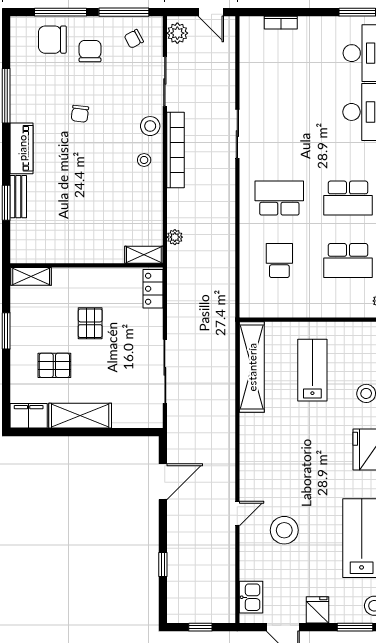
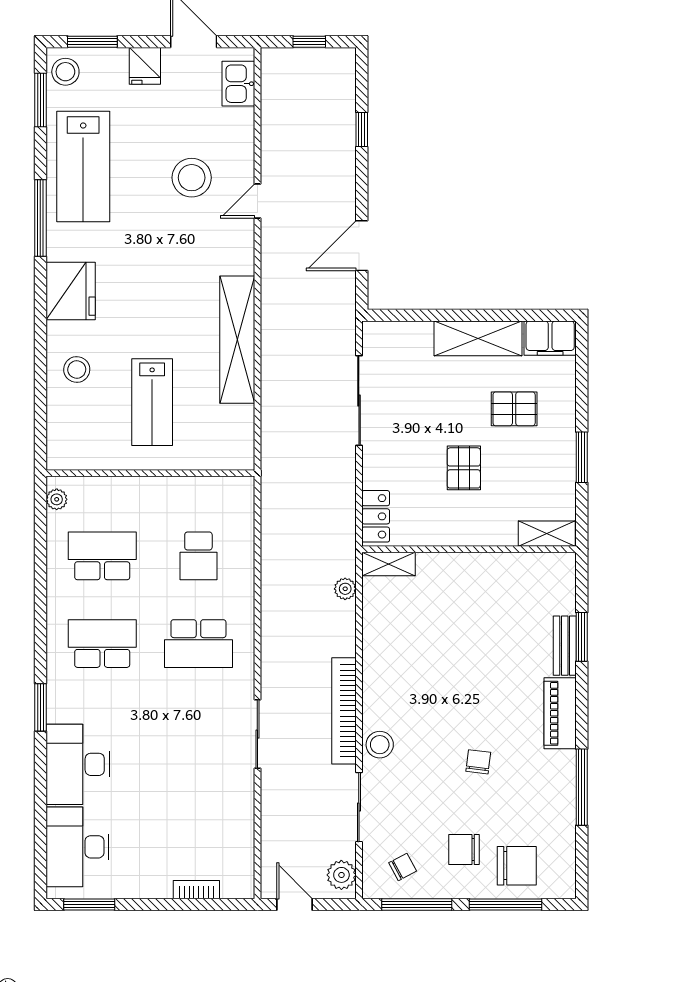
chair: (90, 51) -> (464, 850), turned 90
stool: (144, 160) -> (388, 697), removed
shelving: (252, 367) -> (237, 340), moved

